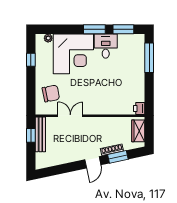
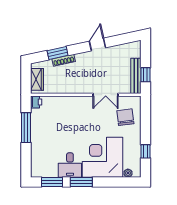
window: (149, 58) -> (26, 128), moved
chair: (51, 93) -> (125, 117), turned 94
door: (93, 162) -> (97, 44), moved

